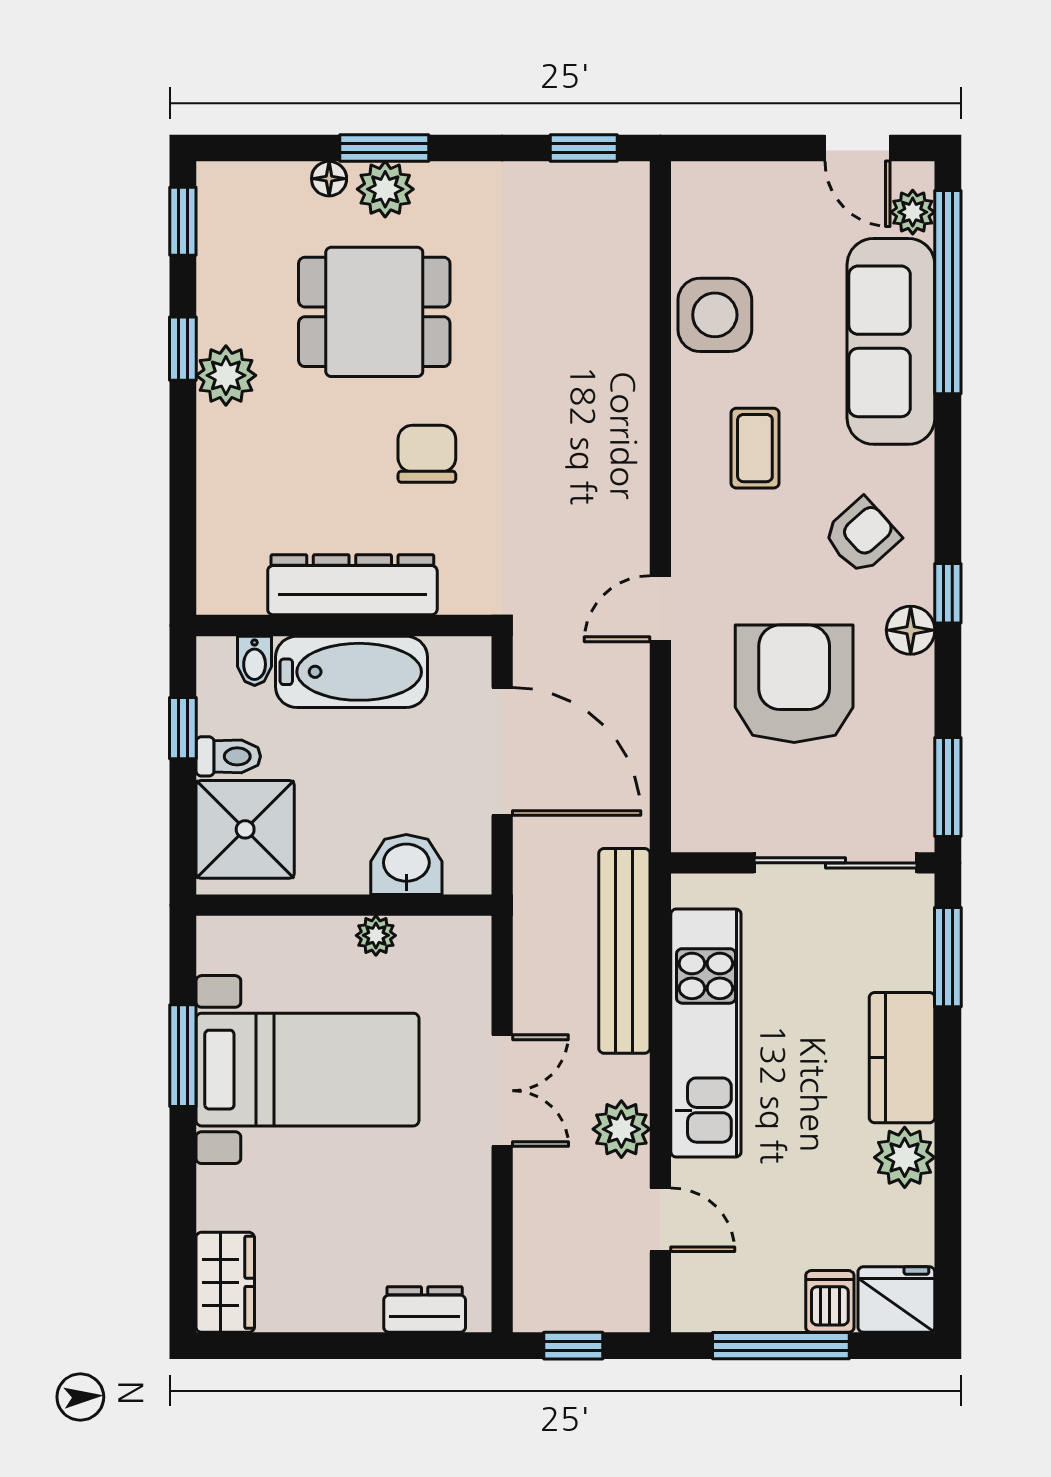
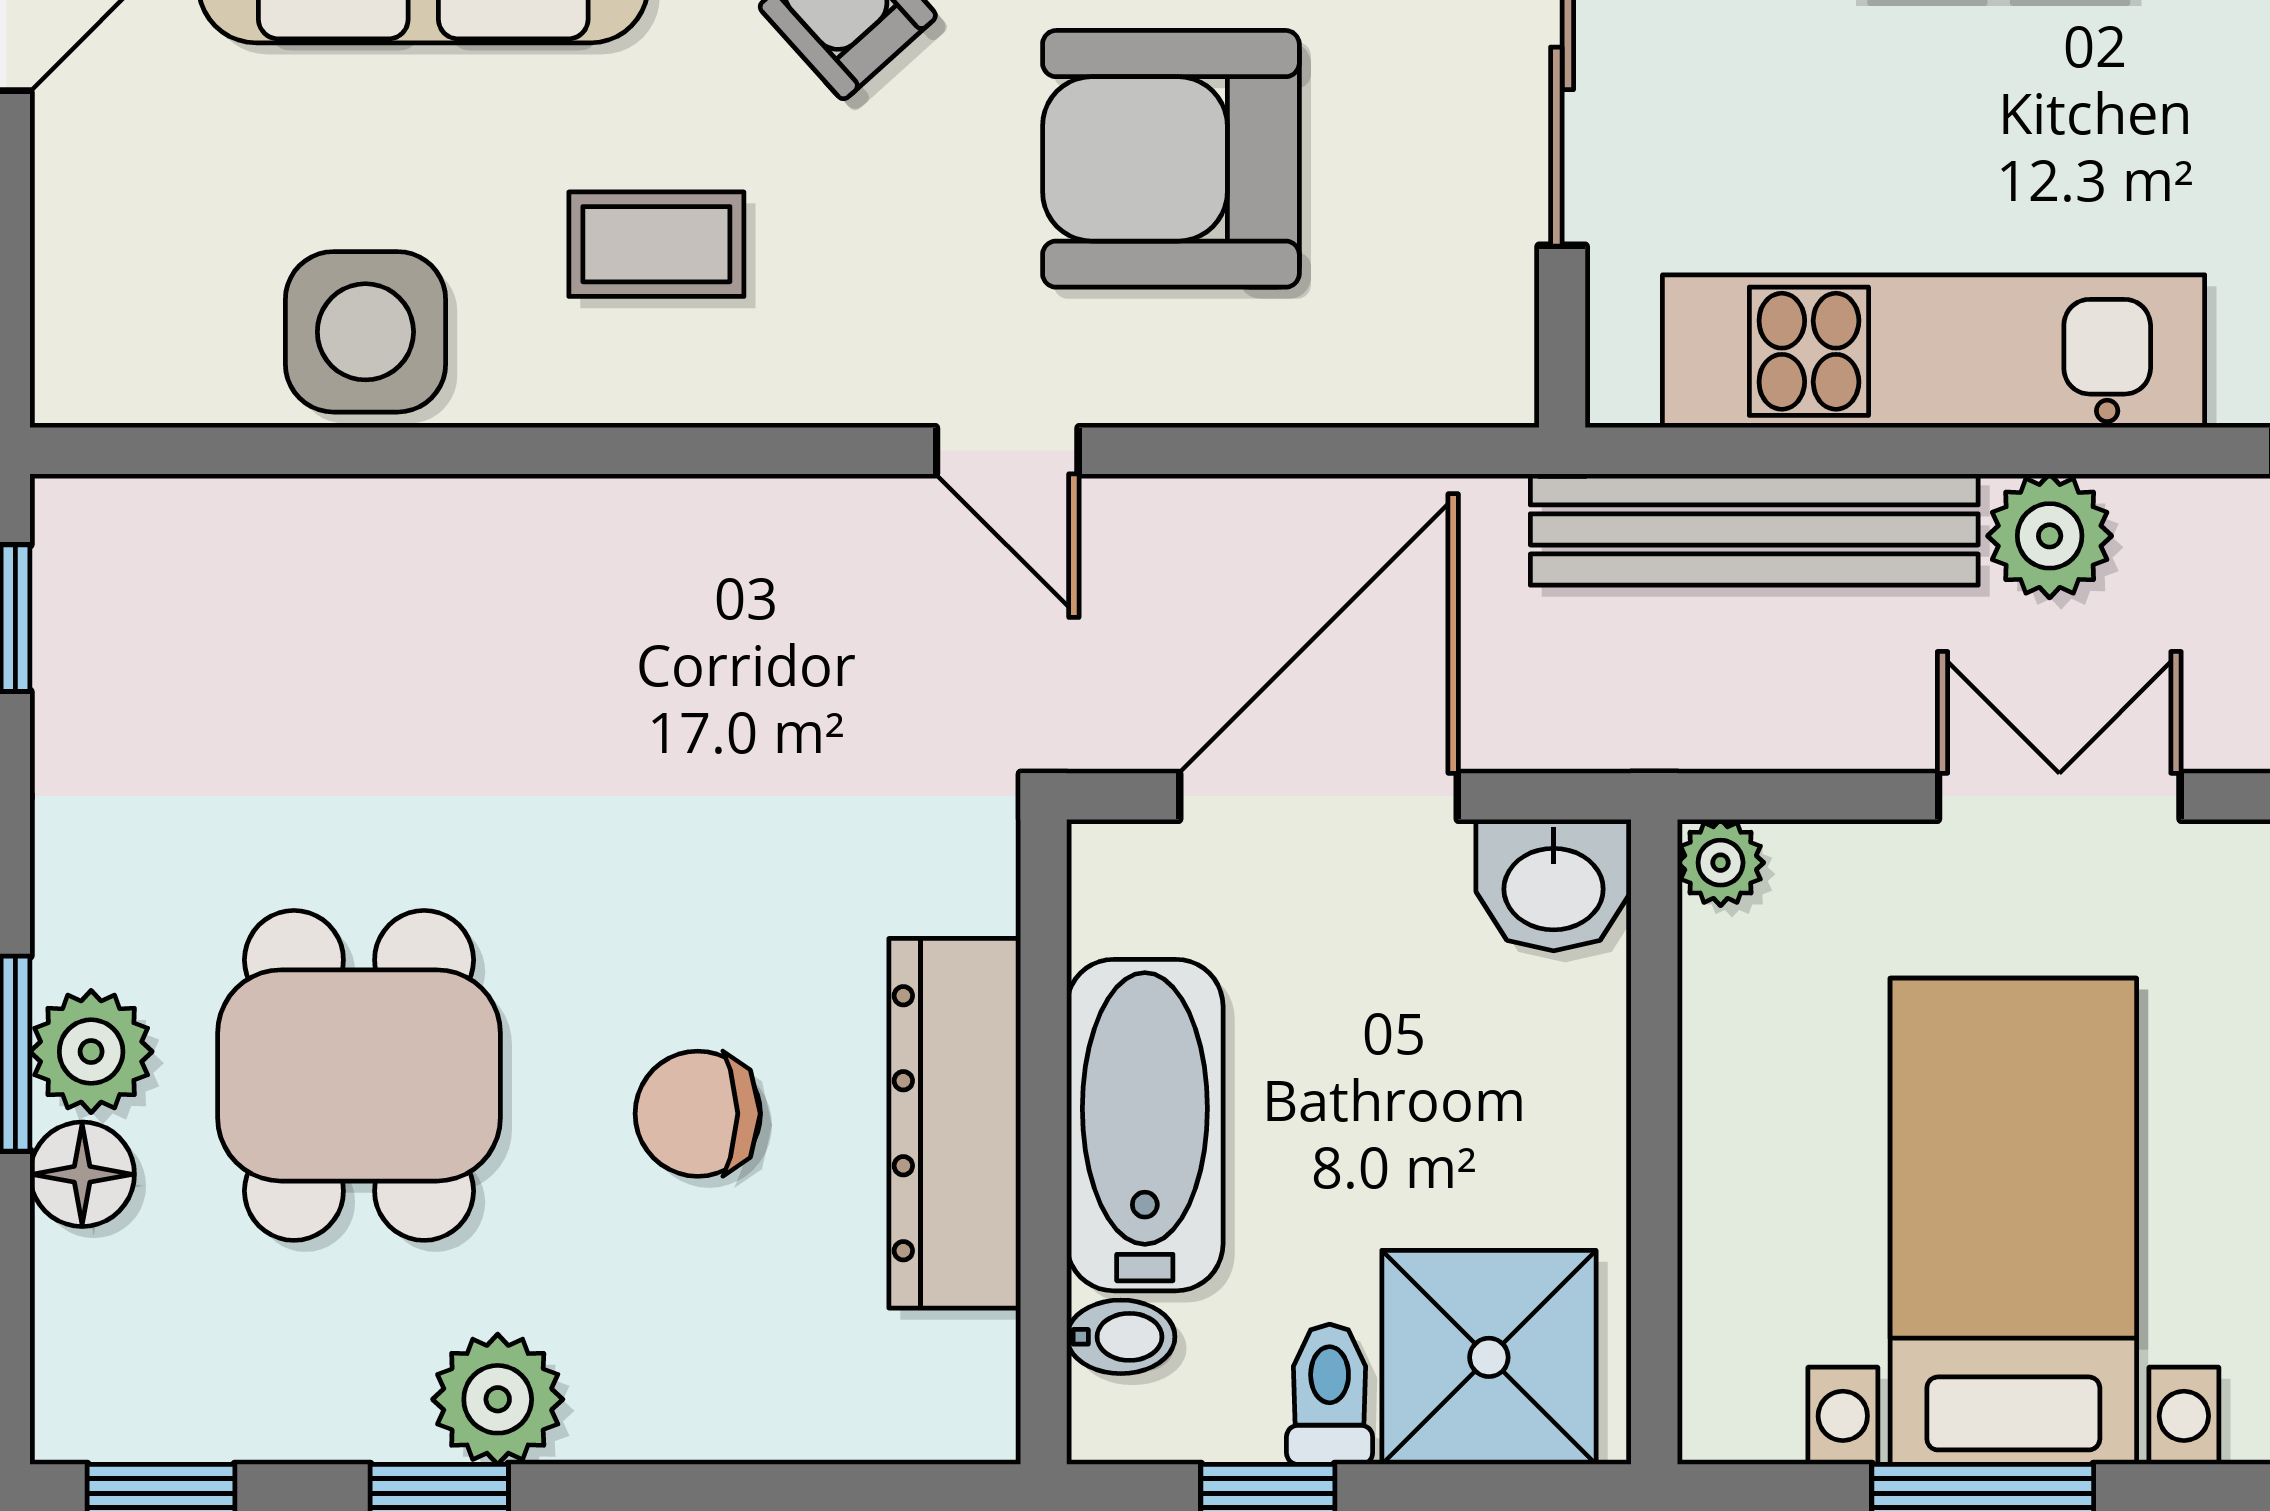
floor lamp: (329, 179) -> (82, 1174), width x1.37, depth x1.37
chair: (427, 454) -> (698, 1114), moved
washbasin: (406, 864) -> (1554, 885), moved, turned -90
plant: (376, 935) -> (1721, 863), moved
plant: (621, 1129) -> (2050, 536), moved

